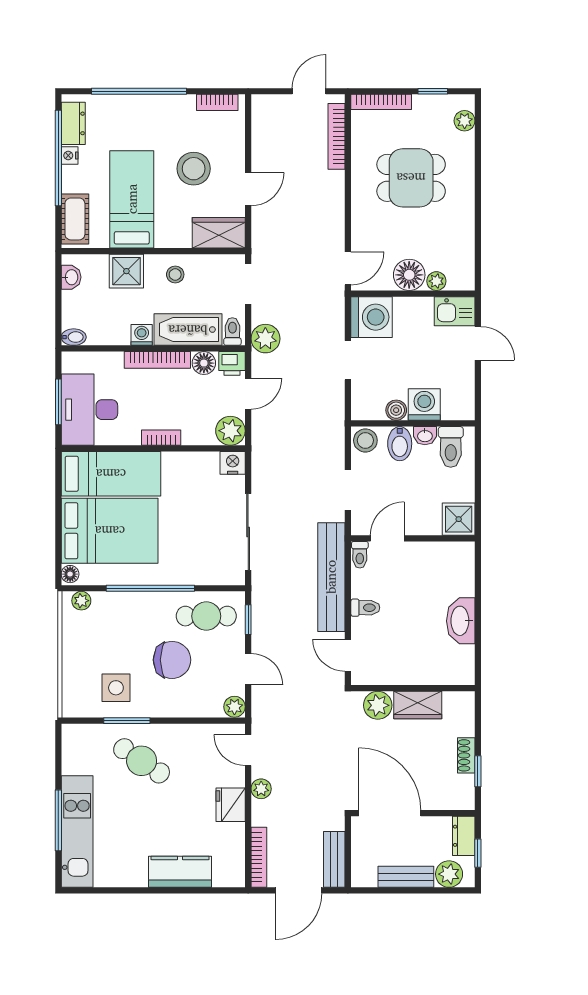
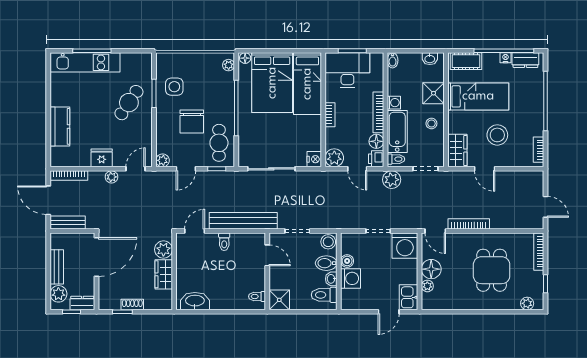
bookcase: (337, 136) -> (469, 224), moved
toilet: (360, 555) -> (257, 296), moved
washbasin: (461, 621) -> (195, 301), moved

